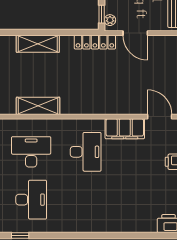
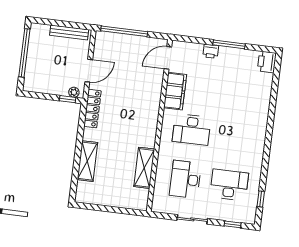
desk: (86, 152) -> (192, 130), turned 180

